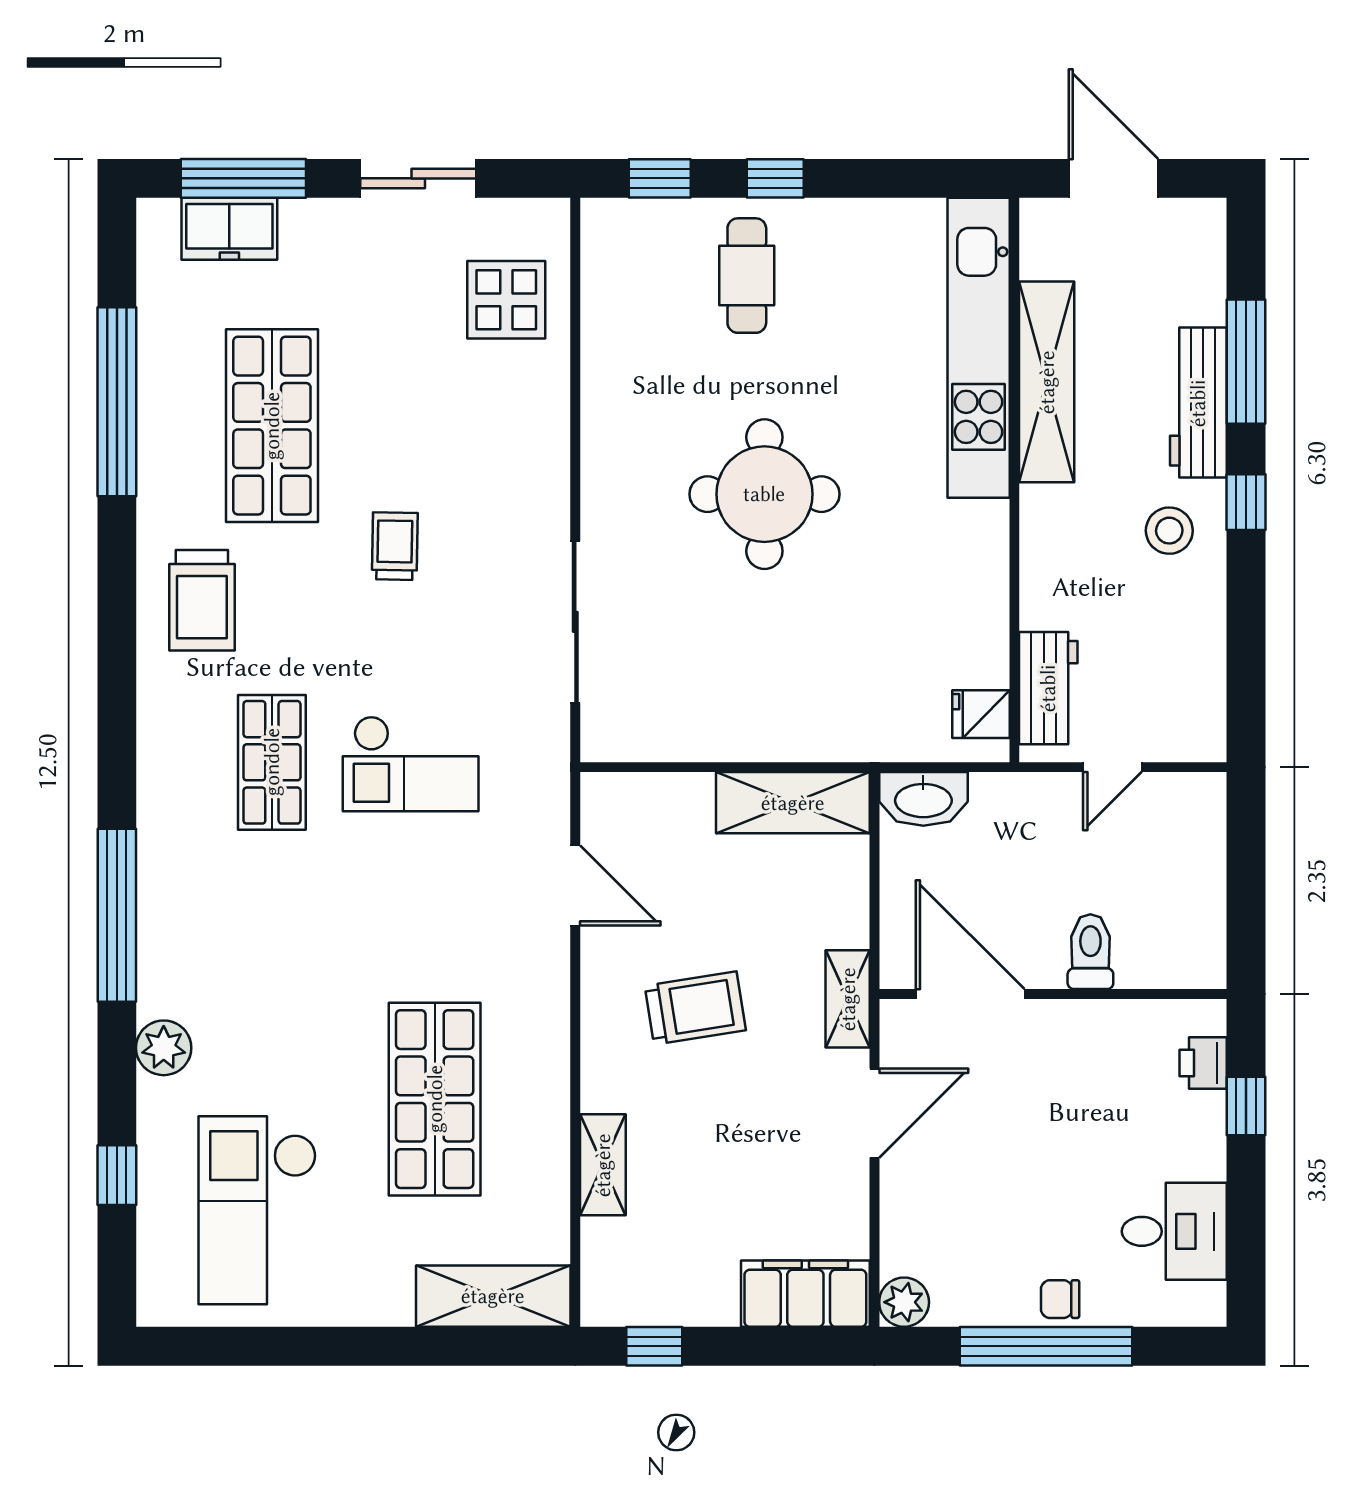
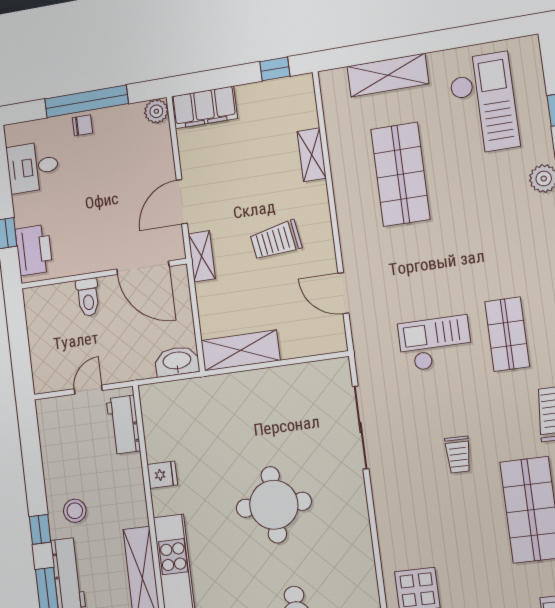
fridge: (981, 714) -> (162, 475), moved
printer: (1203, 1063) -> (34, 250), width x1.87, depth x1.48
shelving: (493, 1296) -> (388, 75), moved

